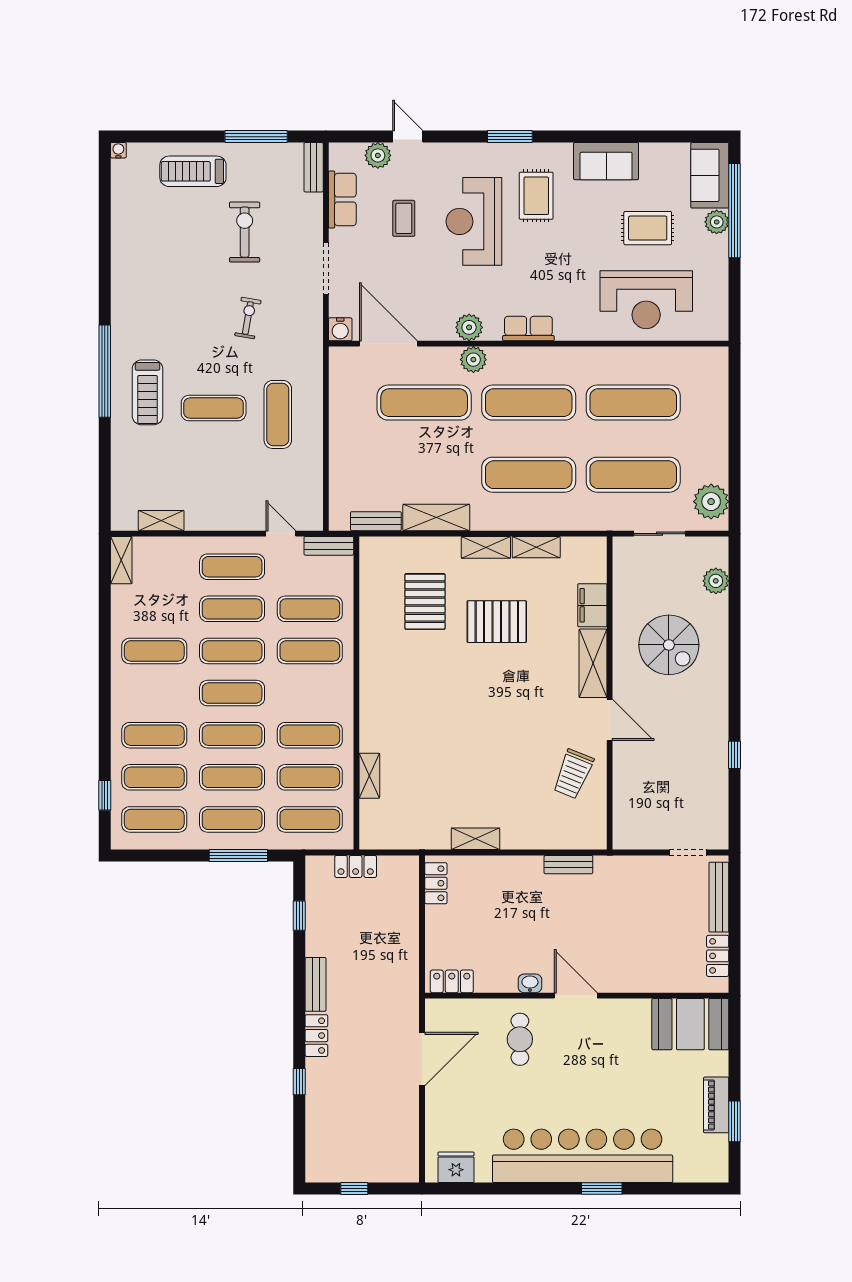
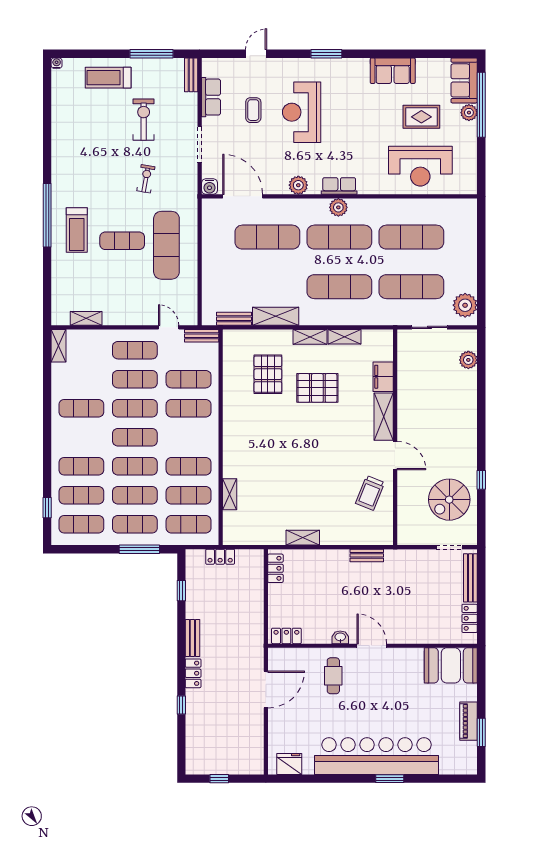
door: (408, 137) -> (256, 54), hinge flipped
plant: (378, 155) -> (235, 67), removed
rug: (536, 196) -> (345, 94), removed
plant: (473, 360) -> (338, 207), moved
exercise mat: (278, 414) -> (166, 245), width x1.36, depth x1.45
spiral stairs: (669, 645) -> (449, 500), moved, turned 90

